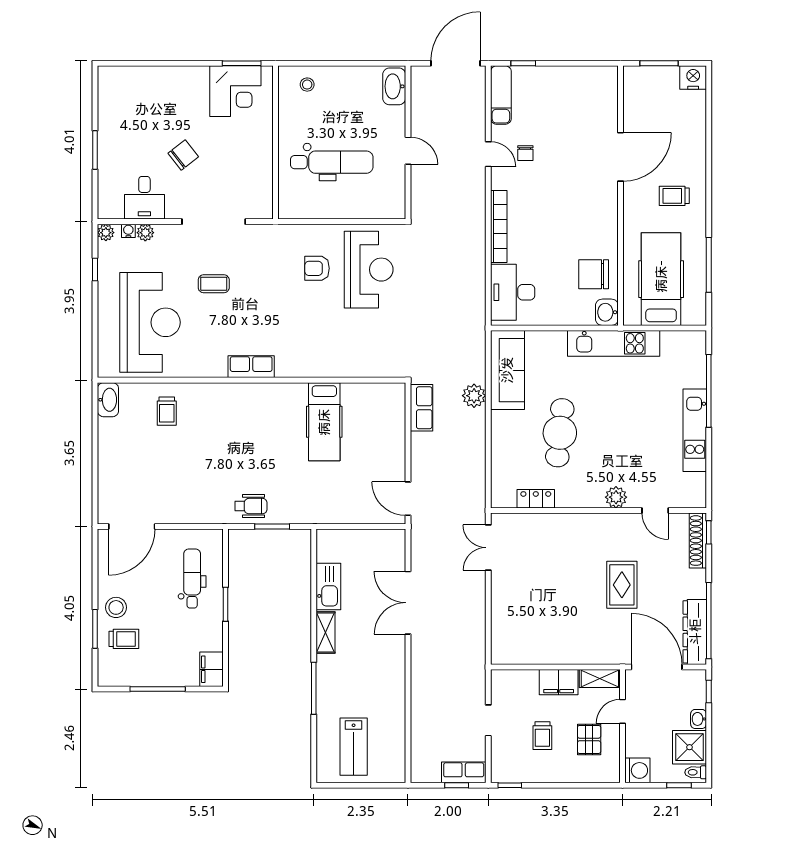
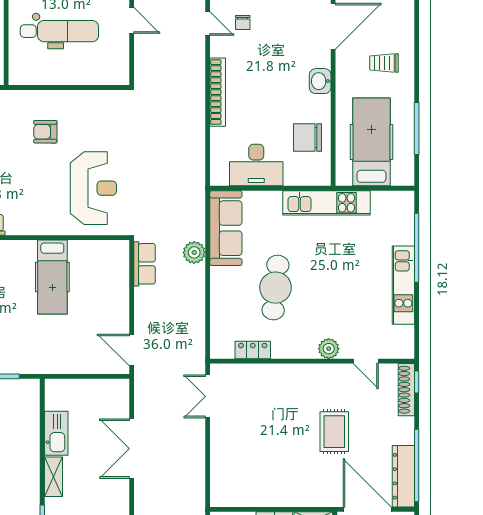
reception desk: (369, 270) -> (93, 188), moved
desk: (513, 292) -> (256, 165), moved, turned -90
washbasin: (607, 312) -> (320, 81), moved

